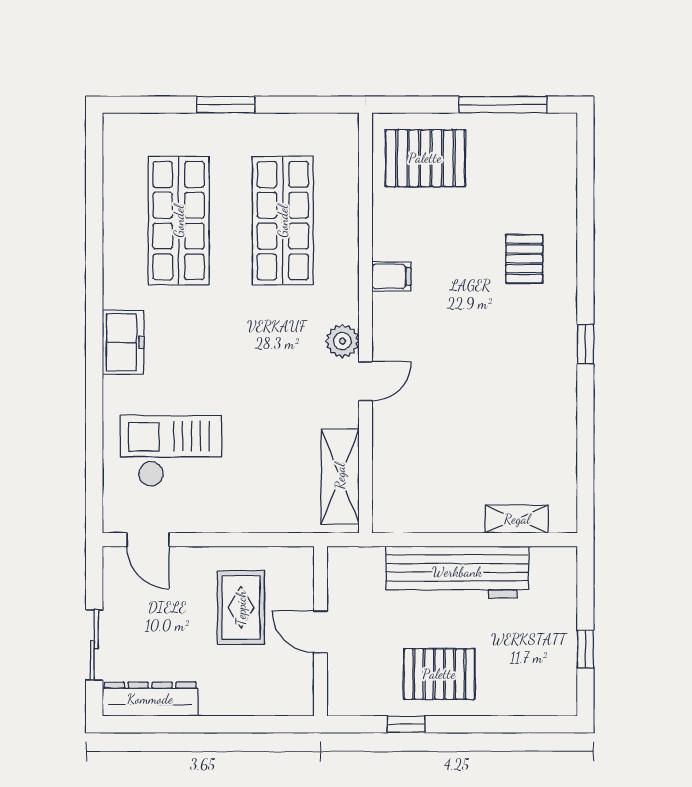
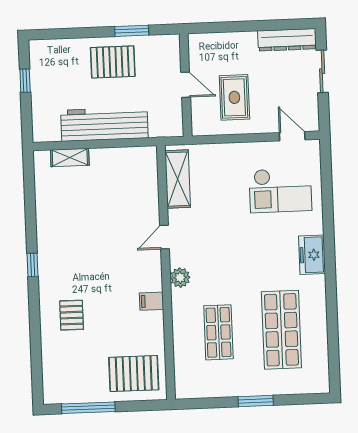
shop shelf: (283, 221) -> (218, 332), width x0.70, depth x0.74
plant: (342, 341) -> (180, 278), moved
window: (406, 724) -> (132, 31), width x1.50

